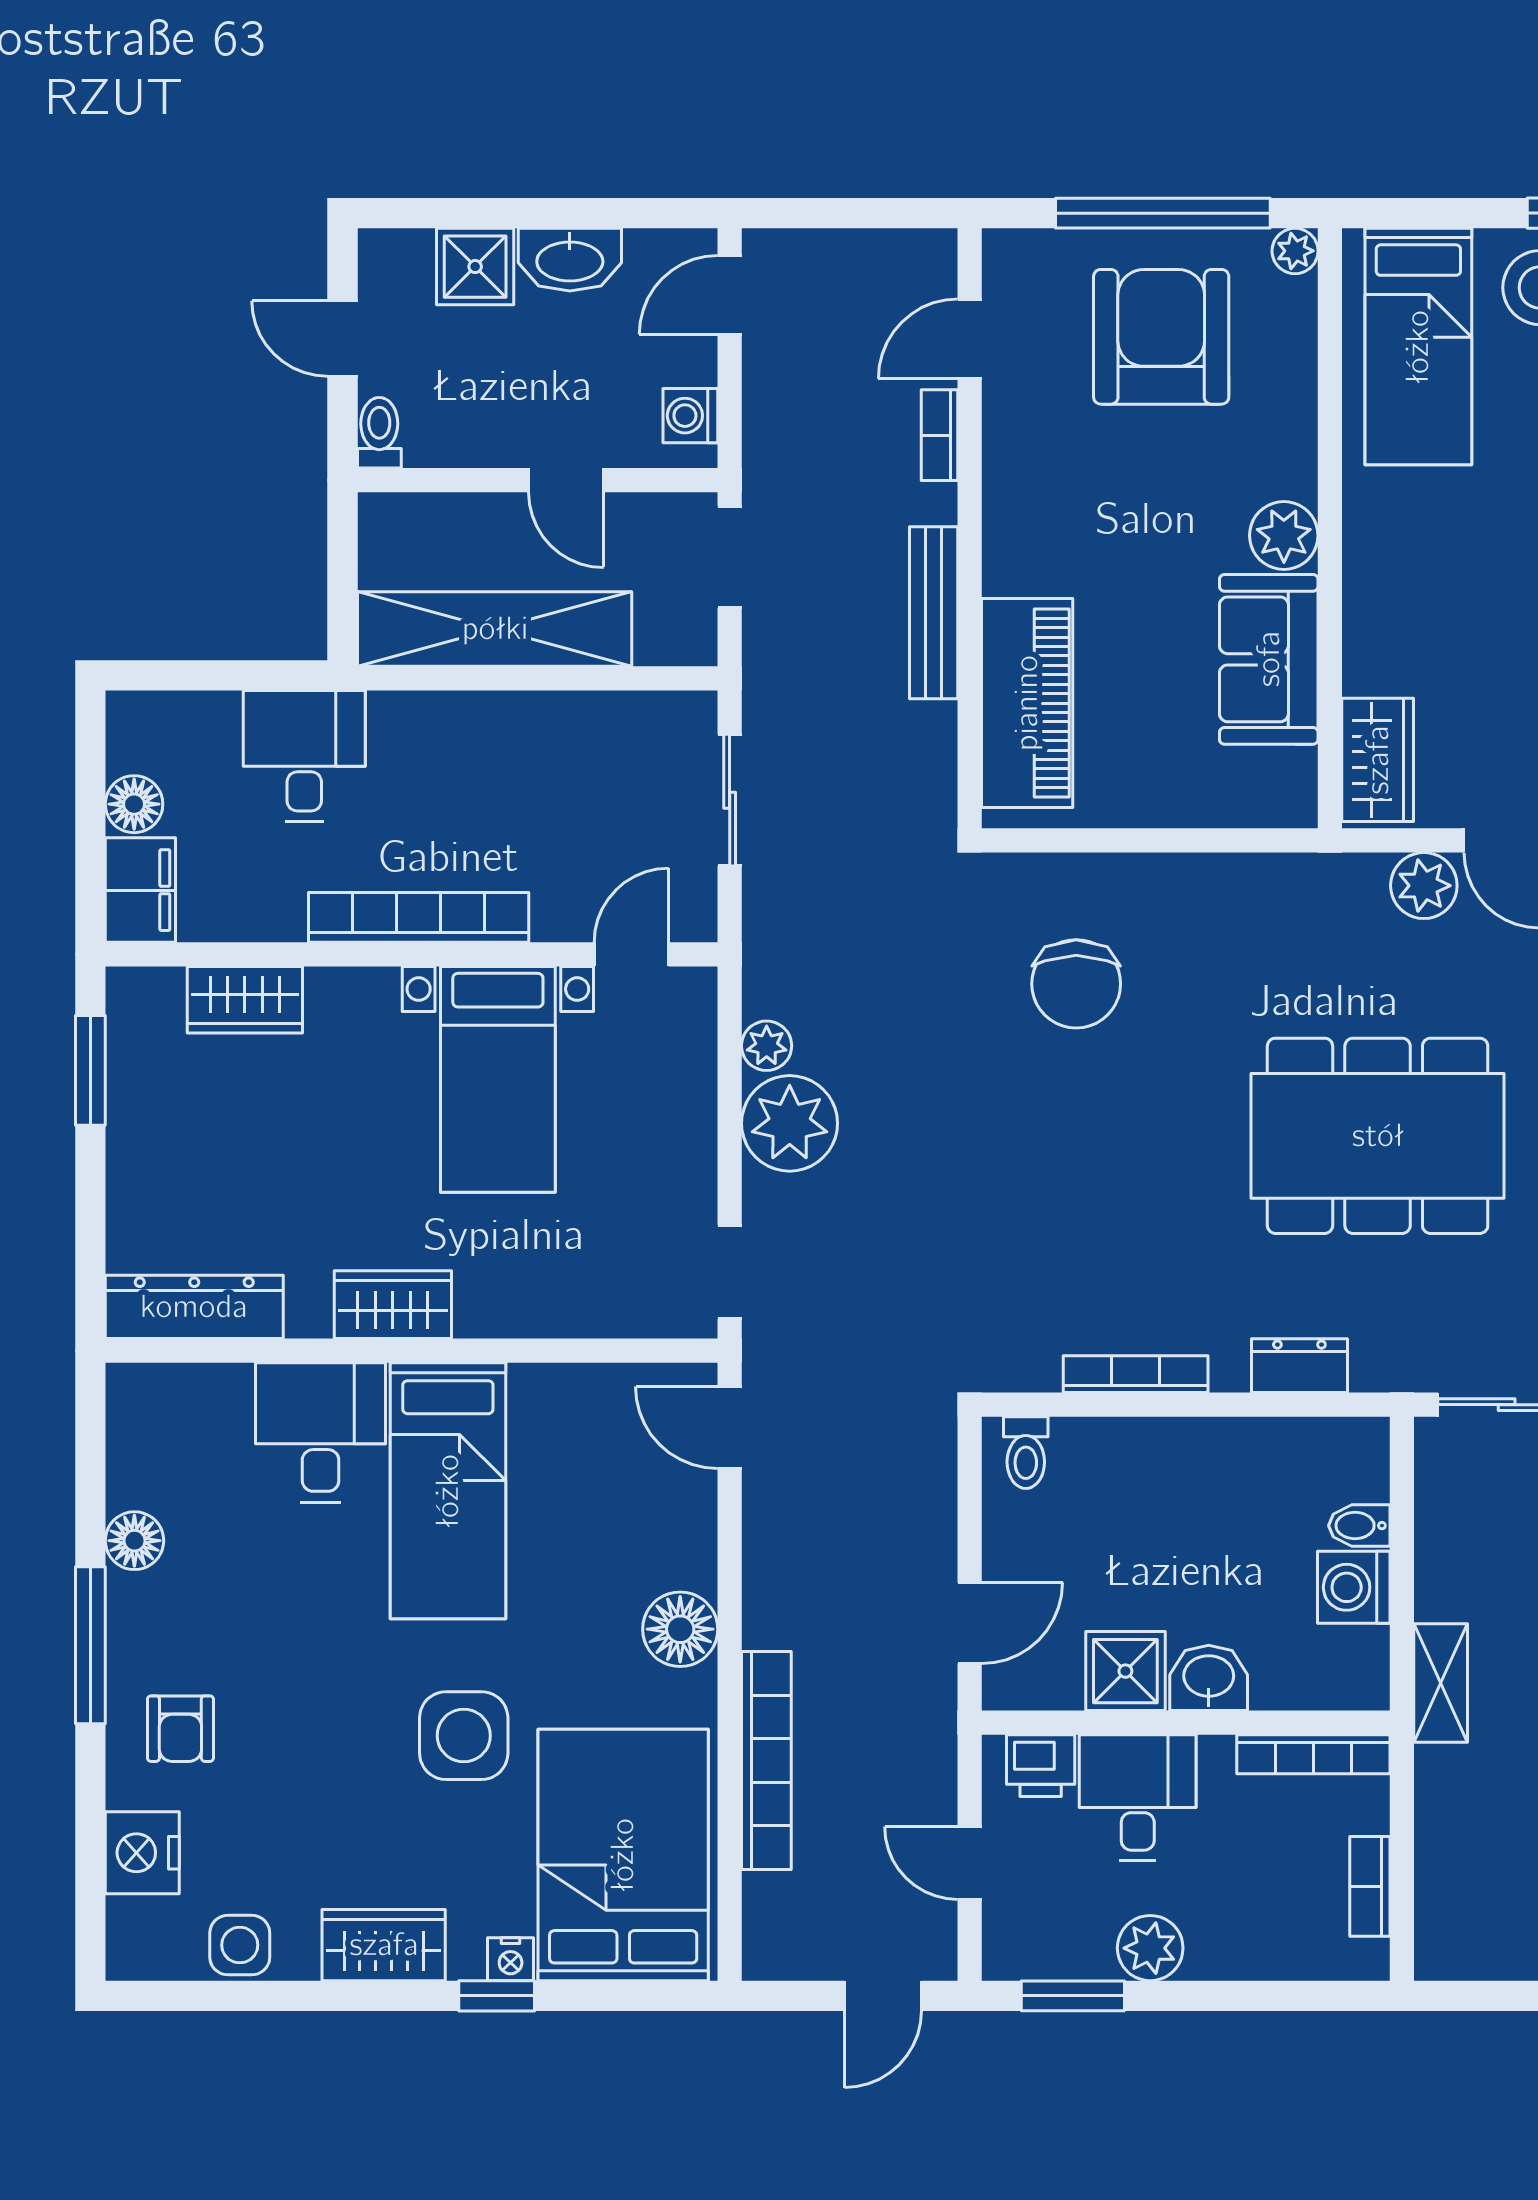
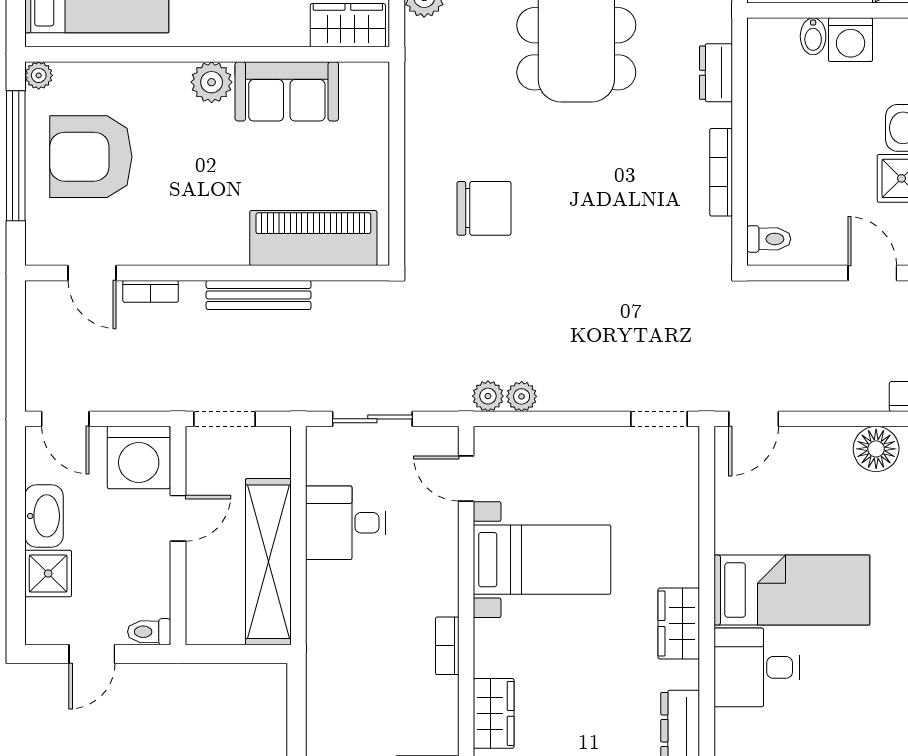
washing machine: (690, 416) -> (139, 457), width x1.89, depth x1.89
desk: (304, 756) -> (345, 523), moved
bookcase: (419, 917) -> (447, 646), width x0.43, depth x0.76
plant: (790, 1123) -> (488, 396), moved, width x0.53, depth x0.53

